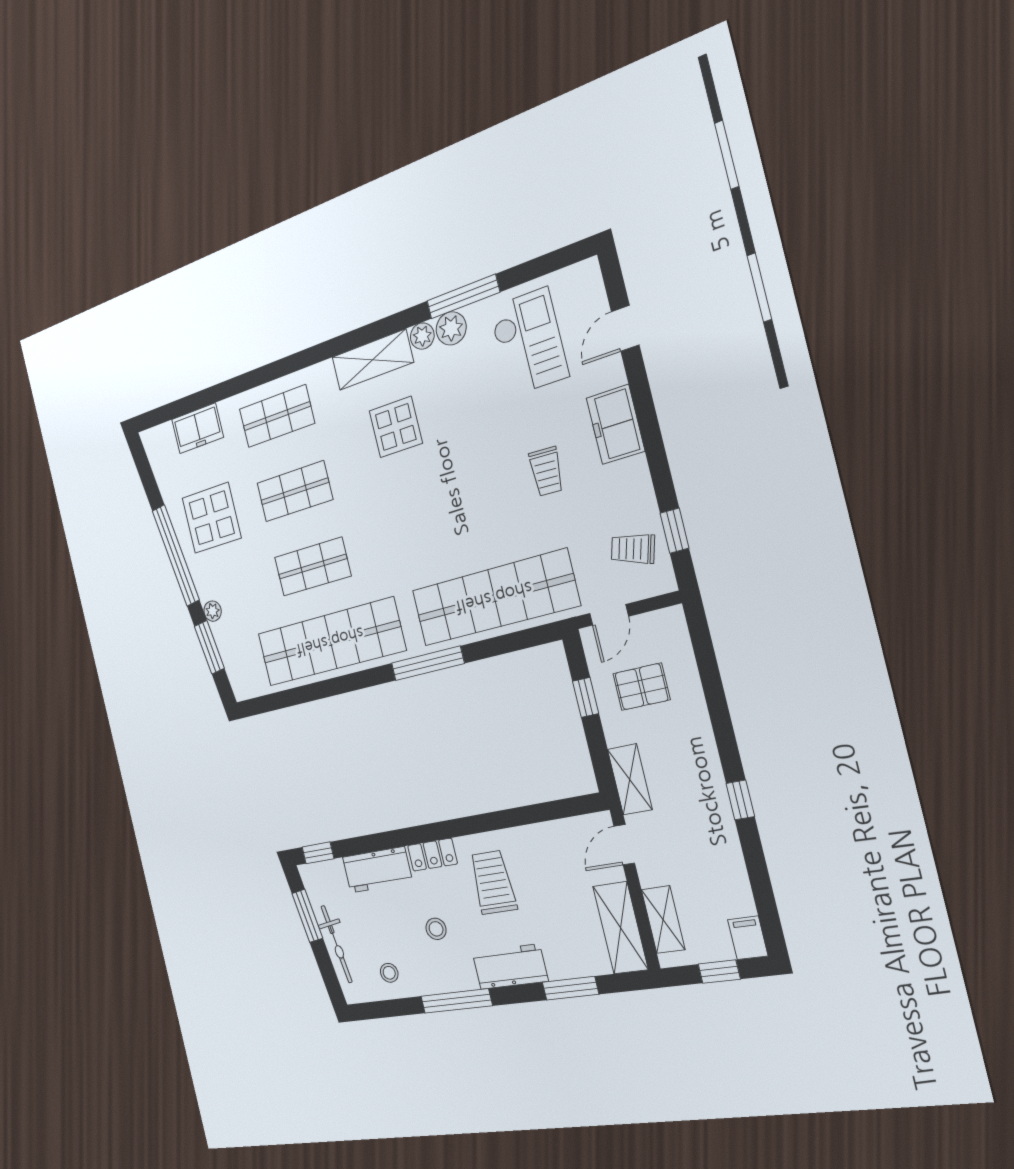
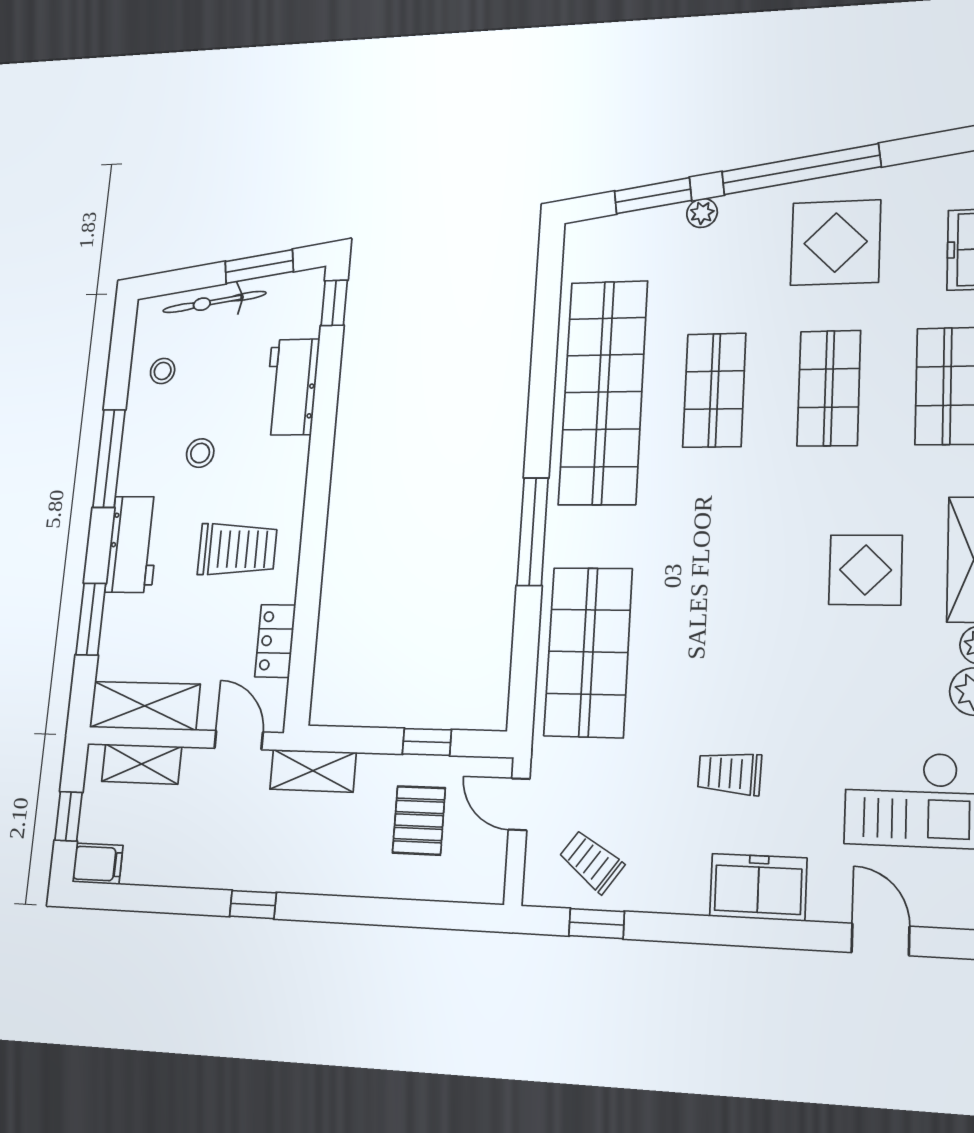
trolley: (633, 549) -> (591, 862), turned -70
shop shelf: (494, 598) -> (588, 652), width x0.71
locker: (432, 855) -> (275, 641), moved

